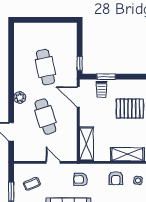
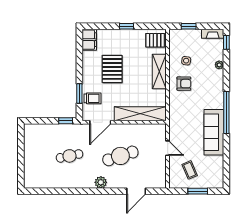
cafe table: (45, 67) -> (70, 156), width x0.73, depth x0.74
shelving: (86, 144) -> (140, 114), width x1.47
door: (53, 162) -> (168, 148), swing flipped
armchair: (81, 179) -> (185, 120), removed

